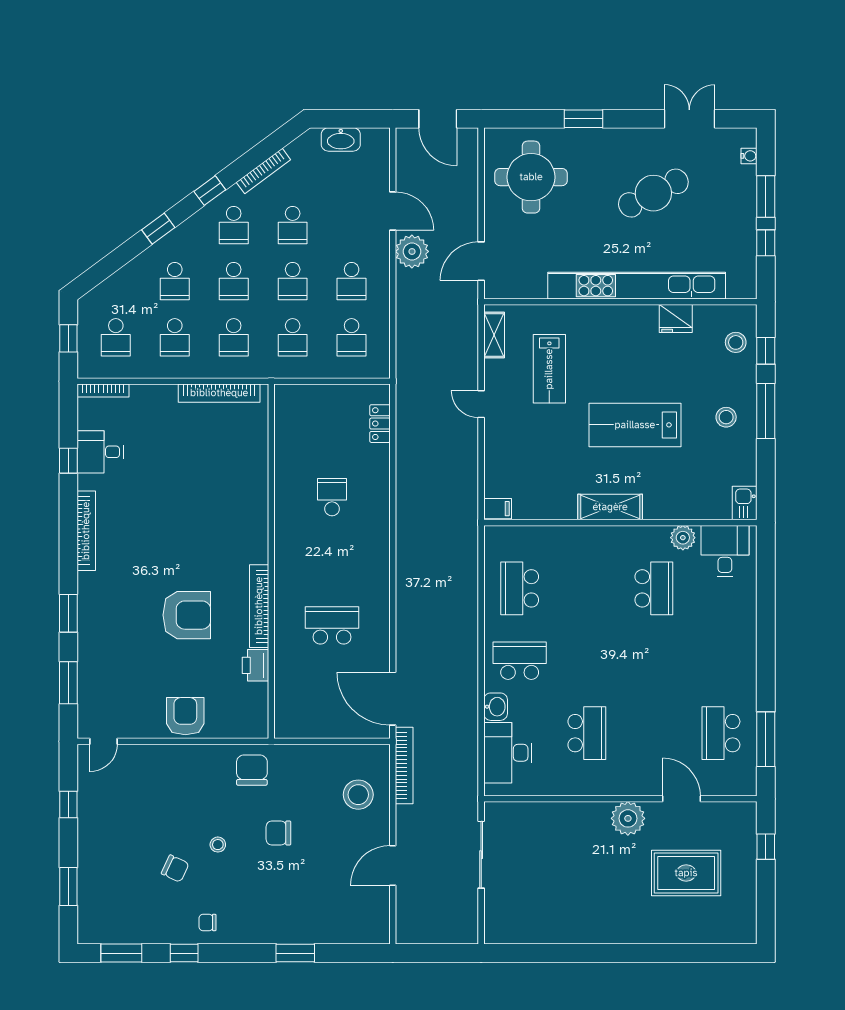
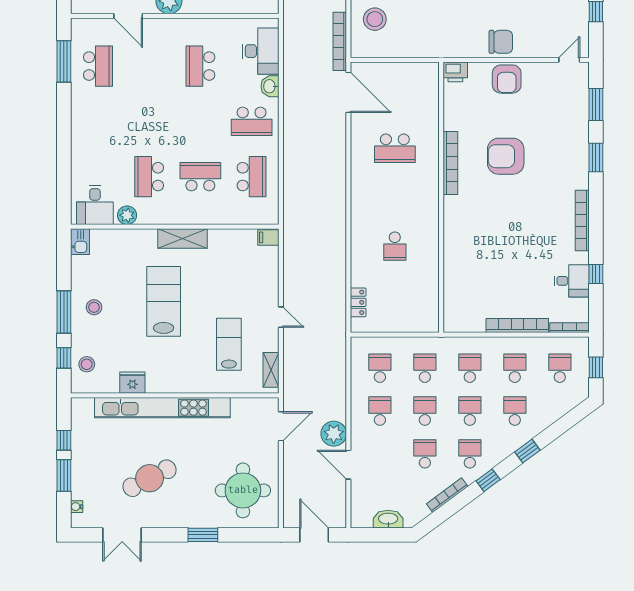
bookcase: (219, 393) -> (517, 326), moved
lab bench: (635, 425) -> (164, 301), turned -90
school desk: (587, 588) -> (200, 177), added
printer: (255, 665) -> (455, 72), moved, turned 90
chair: (252, 770) -> (501, 42), moved, turned -90

